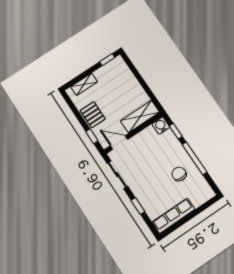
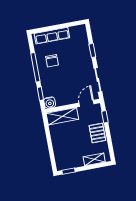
door: (119, 143) -> (86, 103), swing flipped
row of seats: (173, 216) -> (52, 36), moved

